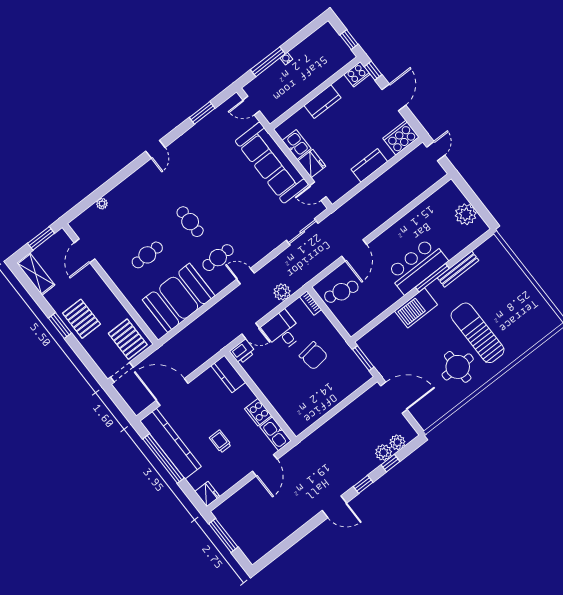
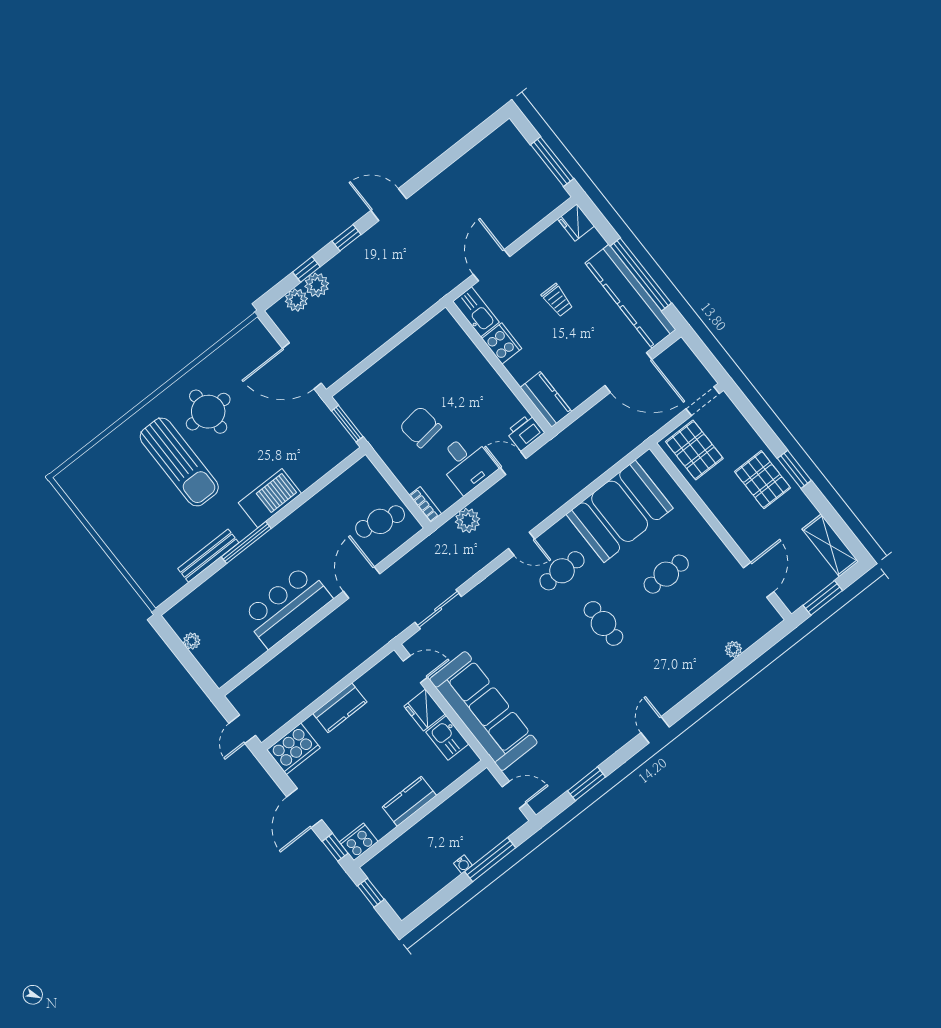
plant: (466, 214) -> (192, 641), width x0.53, depth x0.53
bar counter: (417, 266) -> (287, 607), moved, turned 180

